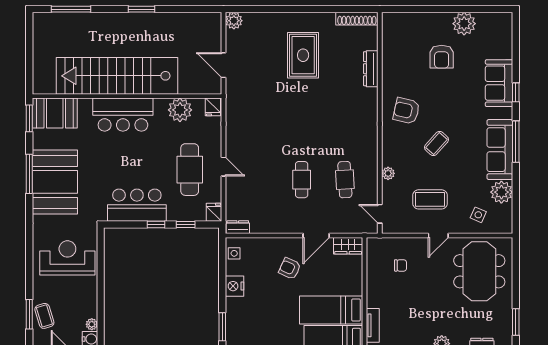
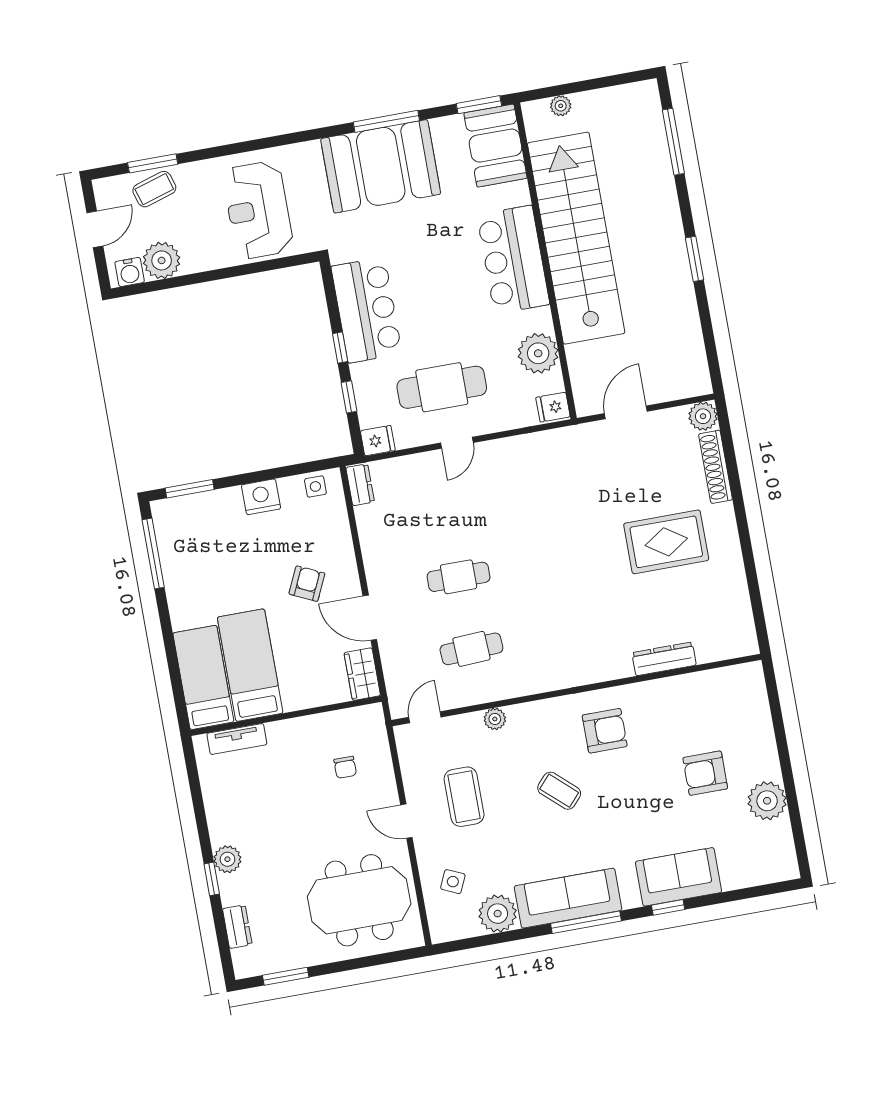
shoe rack: (357, 19) -> (716, 467), moved
plant: (38, 71) -> (561, 106), added
armchair: (406, 111) -> (605, 731), turned 77
reception desk: (67, 258) -> (258, 210), turned 180
plant: (92, 324) -> (162, 260), width x1.88, depth x1.88

